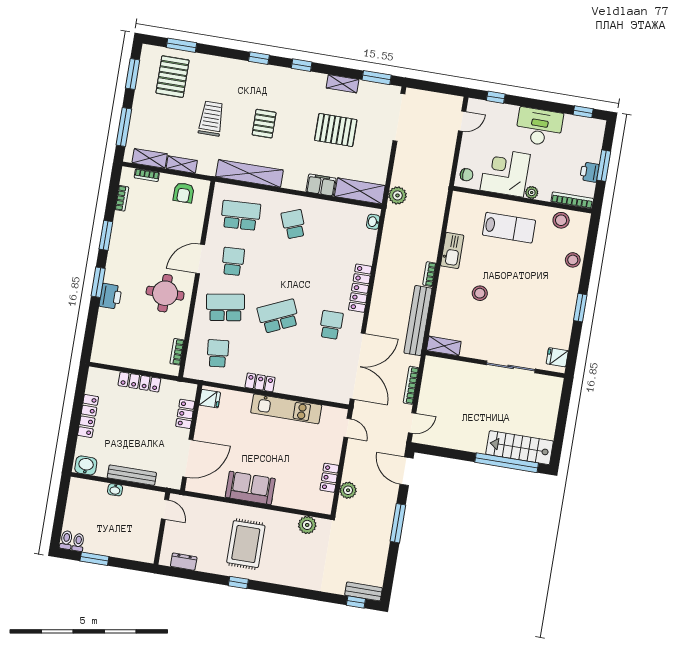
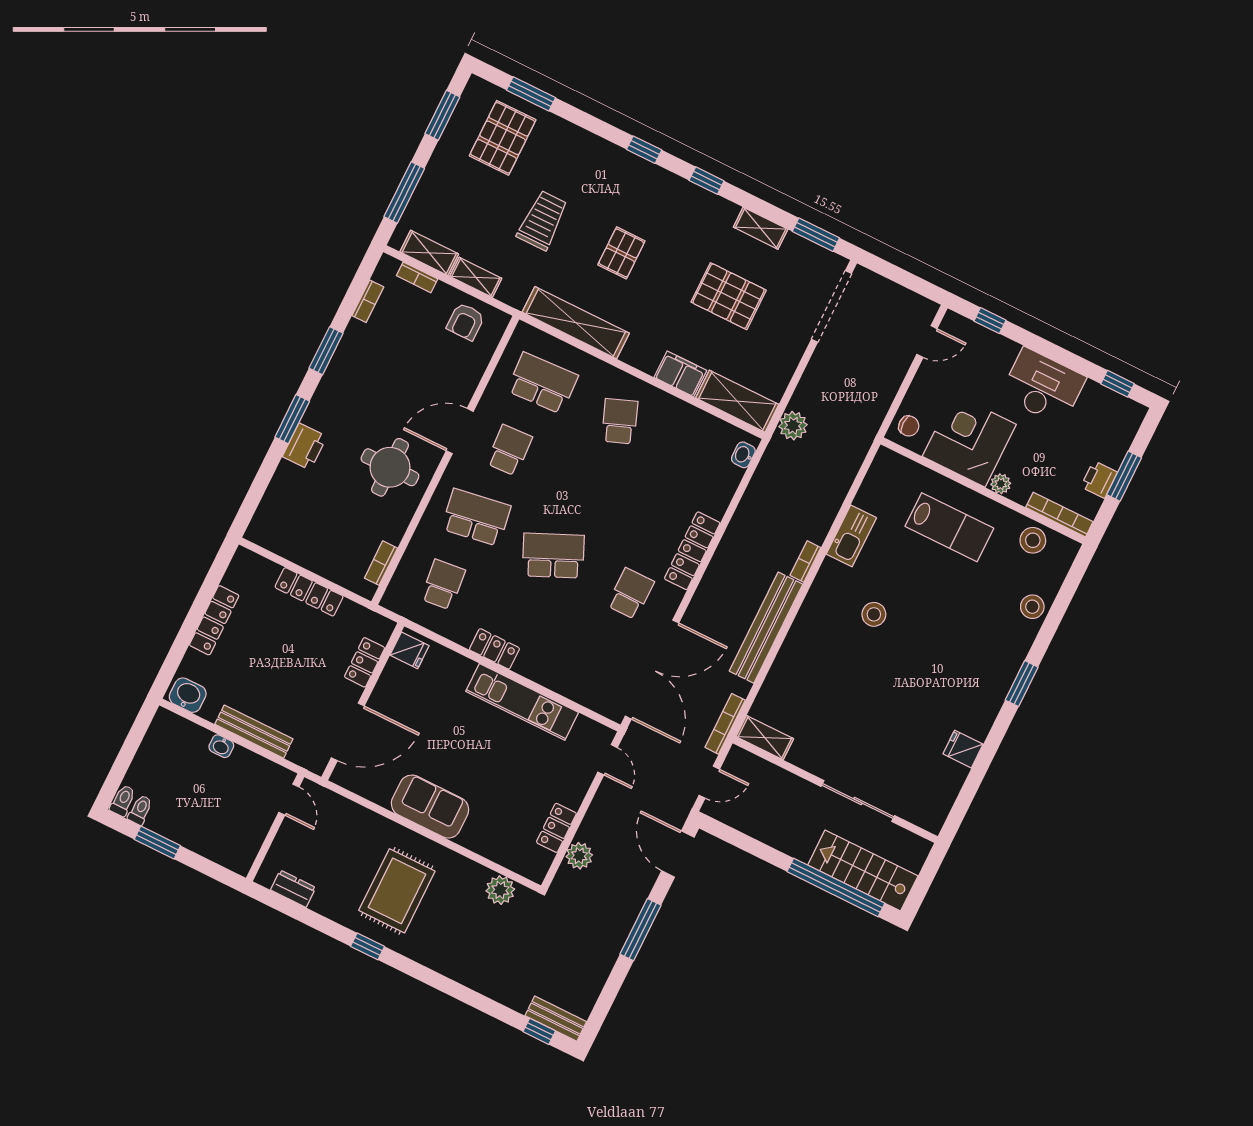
shelving: (444, 346) -> (765, 738), moved
wall: (495, 364) -> (835, 790), moved
sliding door: (511, 367) -> (858, 801), moved

